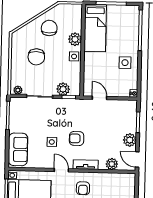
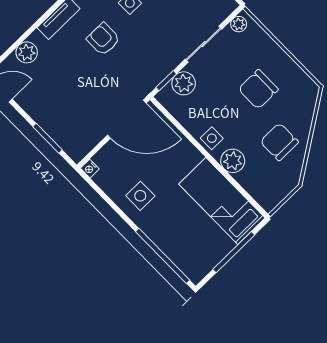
chair: (49, 28) -> (279, 142), turned 180
chair: (36, 57) -> (258, 89), turned -90
door: (100, 98) -> (127, 119), width x1.88
armchair: (77, 138) -> (103, 39), turned -90
plant: (130, 140) -> (35, 105), removed

